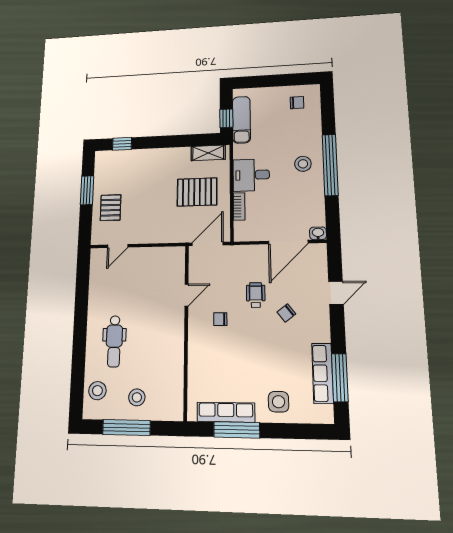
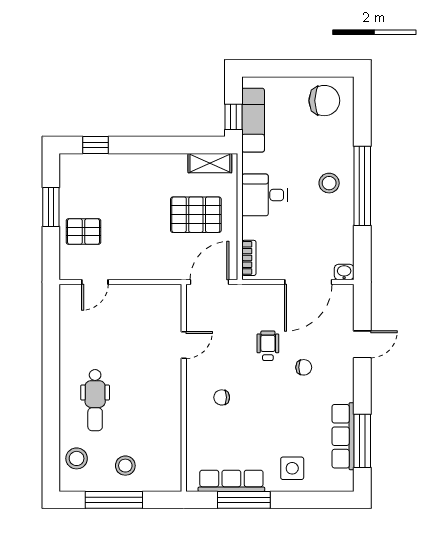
chair: (297, 103) -> (324, 101), width x1.87, depth x1.87
bookcase: (239, 206) -> (249, 258), moved
pallet: (111, 208) -> (83, 232), turned 90
chair: (286, 313) -> (304, 367), turned -142
chair: (220, 319) -> (222, 397), moved

